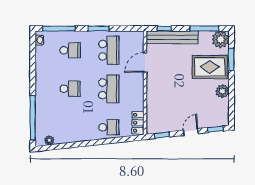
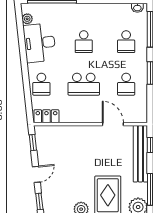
school desk: (109, 50) -> (126, 84), width x0.54
desk: (71, 129) -> (39, 43), added
door: (191, 132) -> (36, 174), hinge flipped

